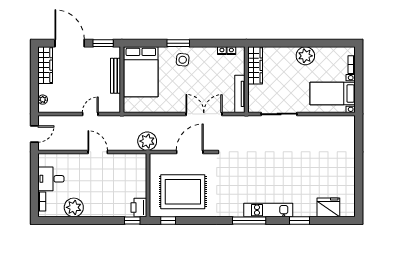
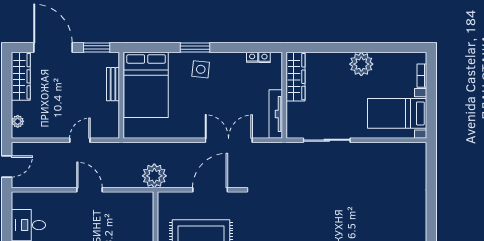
bench: (116, 76) -> (113, 84), width x0.73

